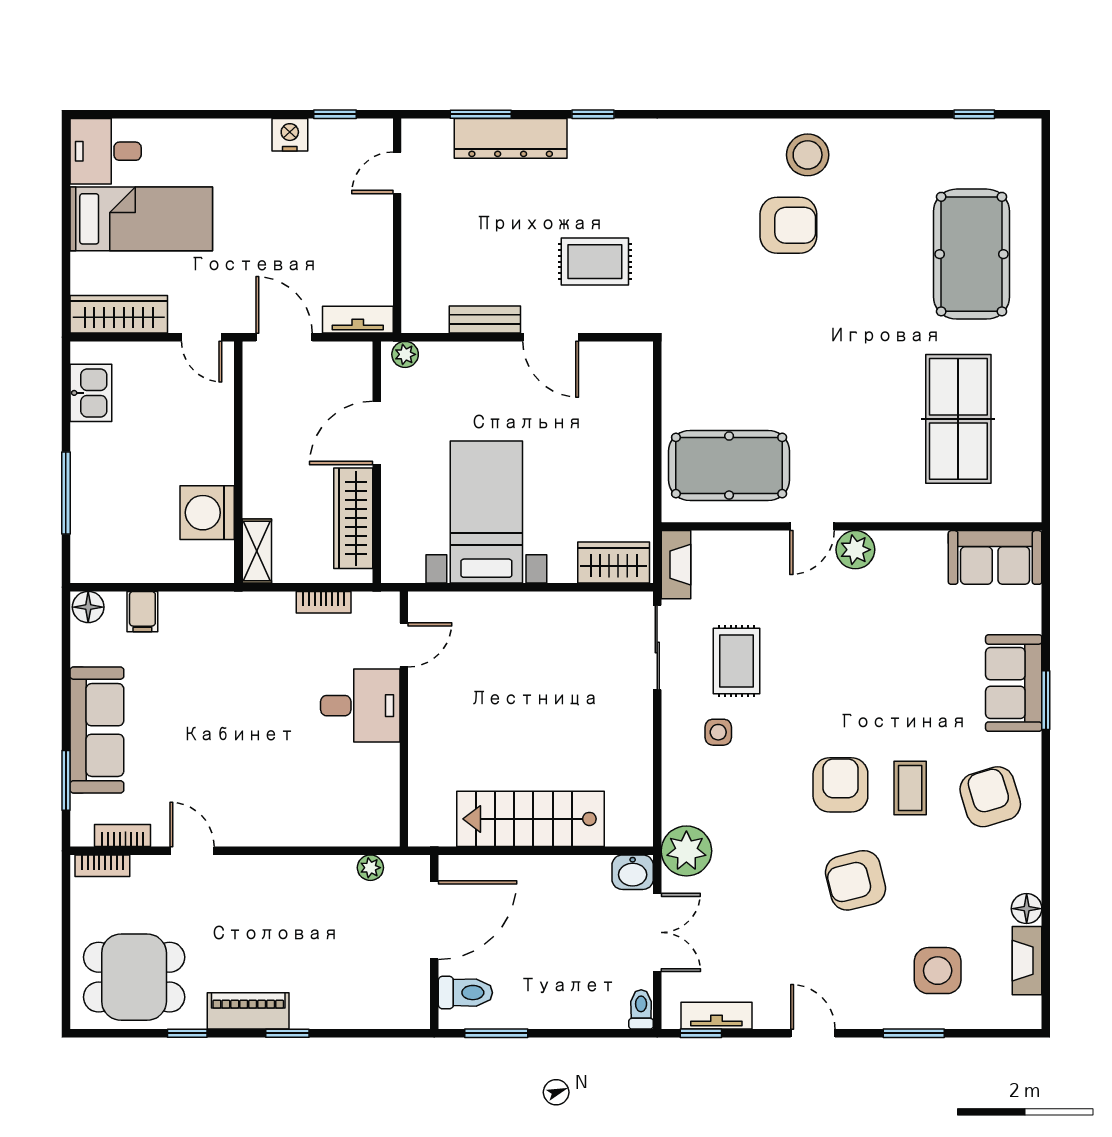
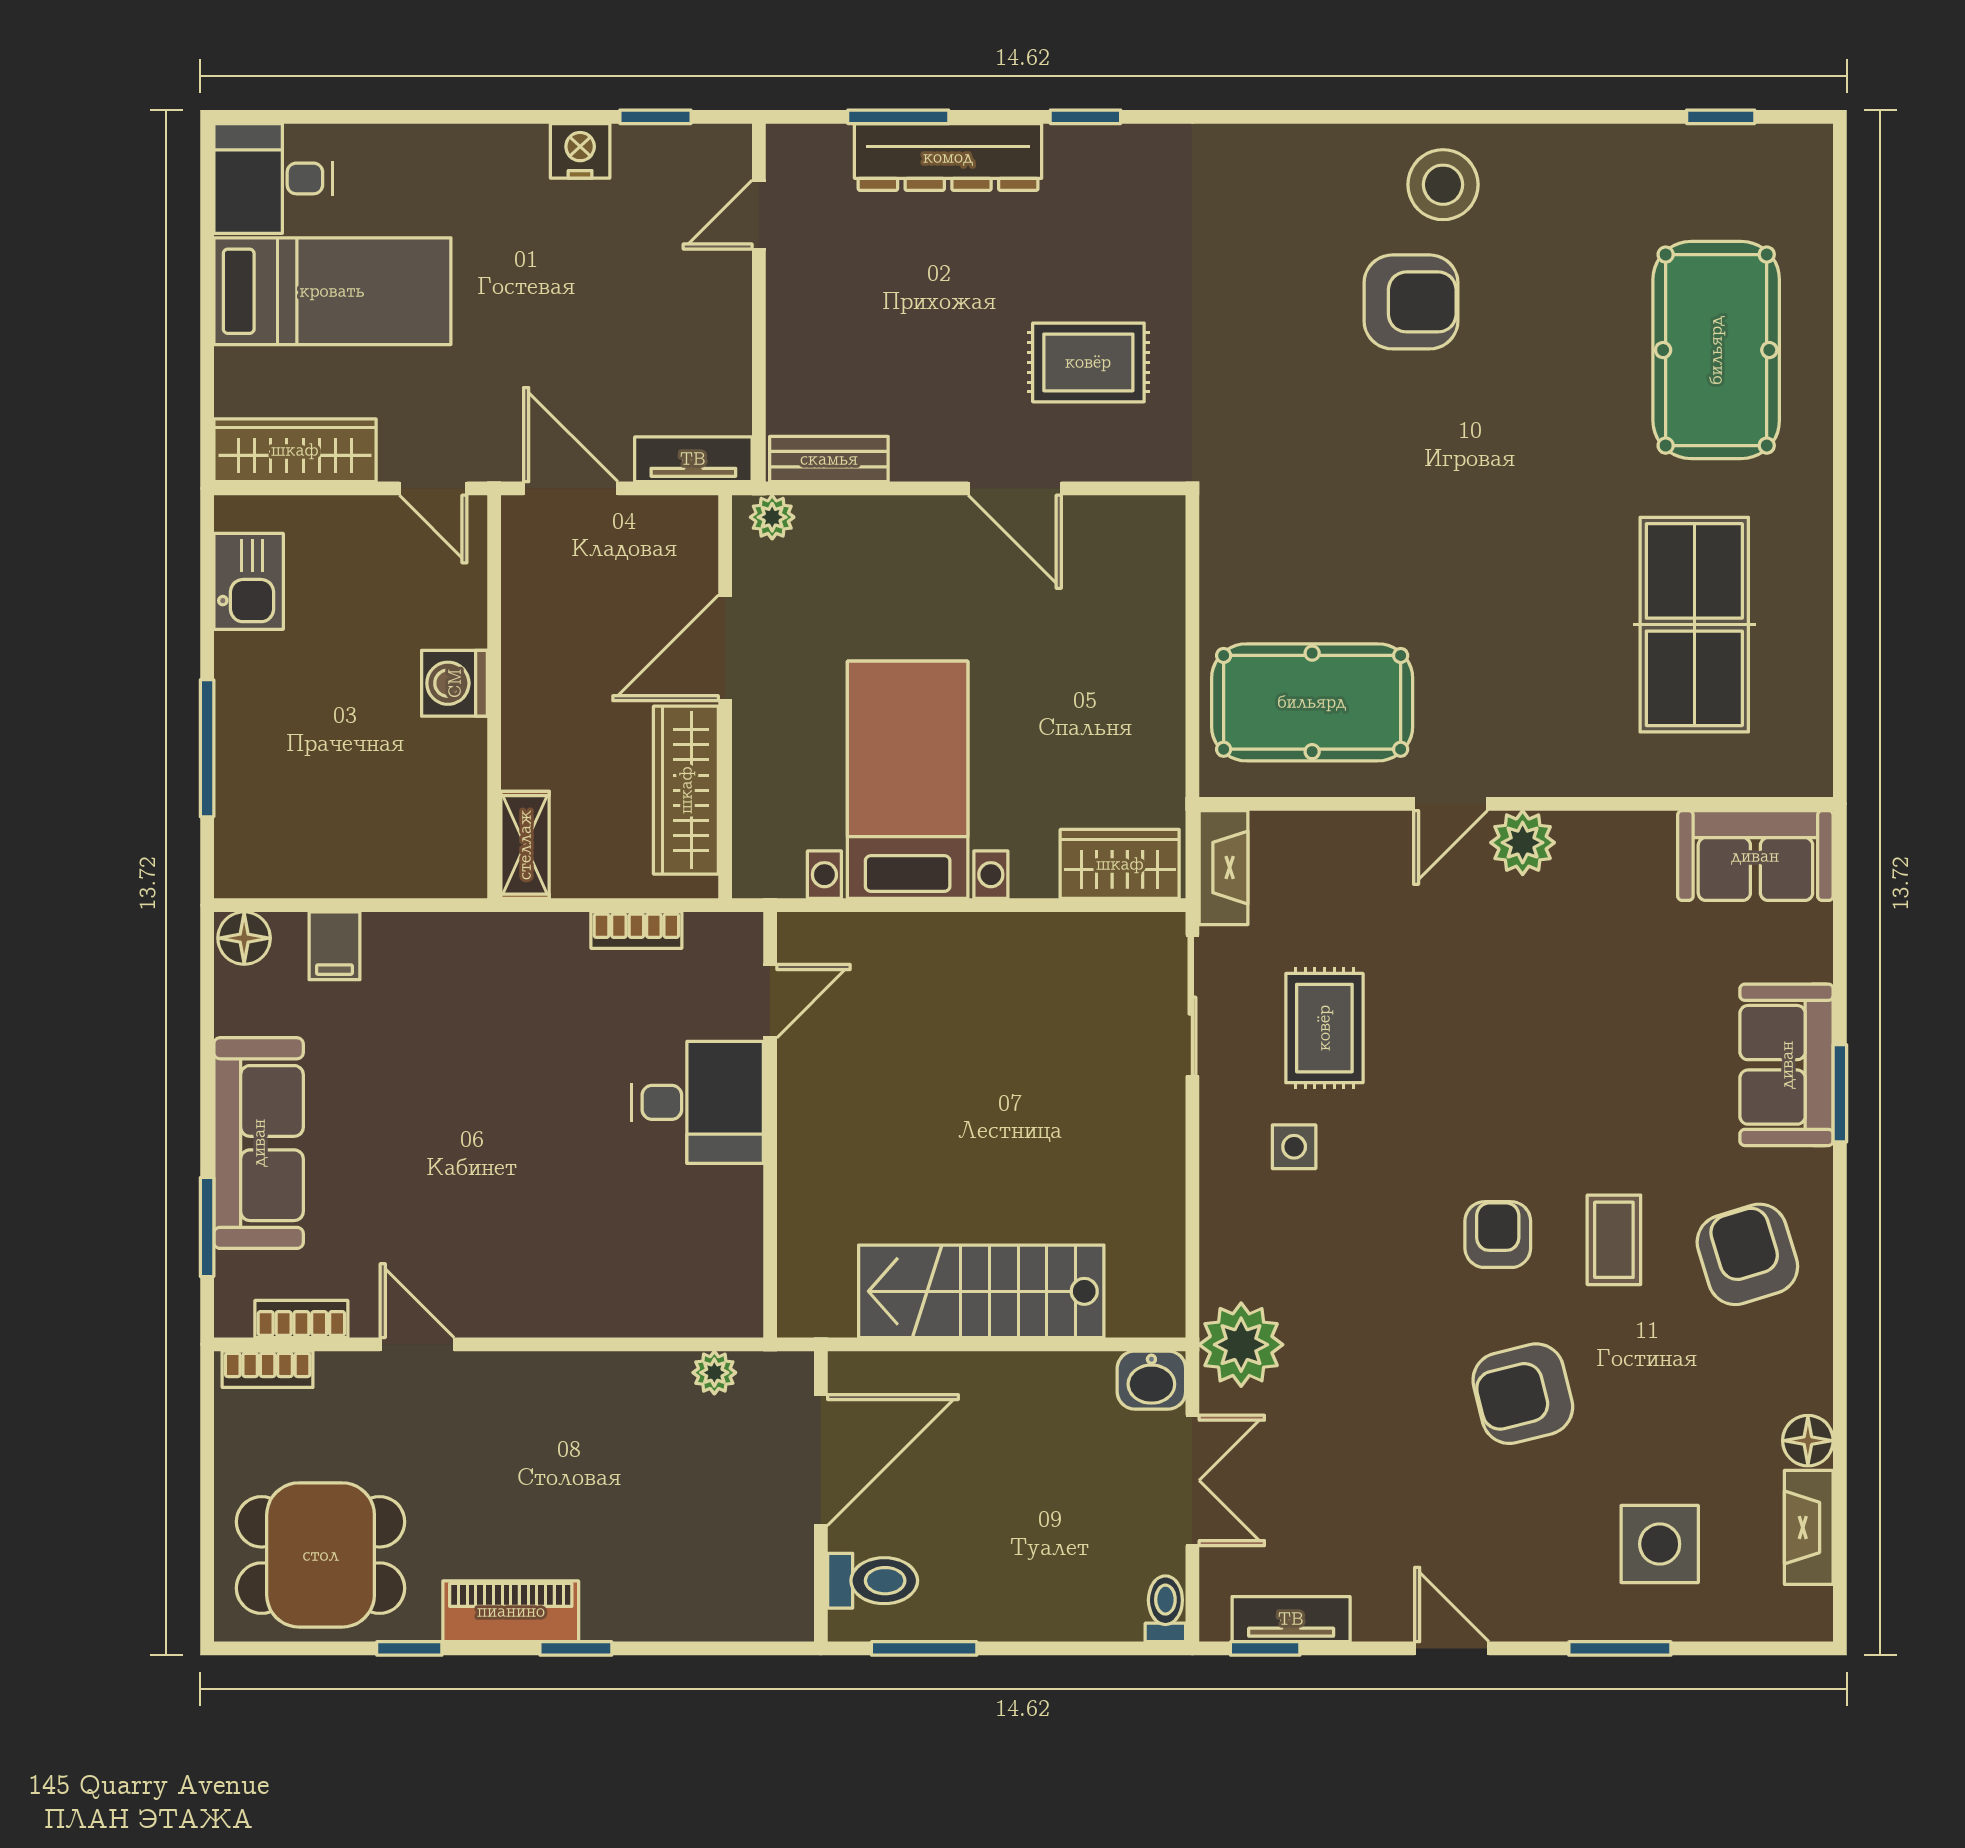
bench: (485, 320) -> (829, 459), moved
washing machine: (207, 513) -> (455, 683), moved, width x0.73, depth x0.73
armchair: (840, 785) -> (1498, 1235), width x0.72, depth x0.72

